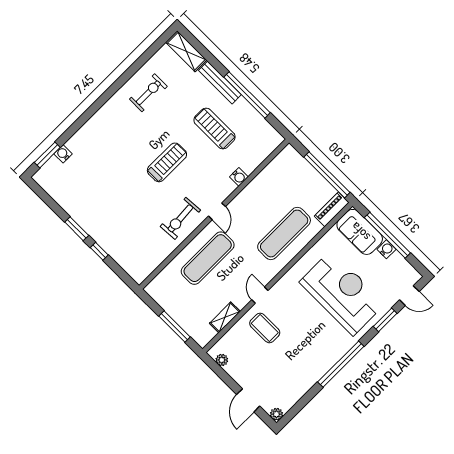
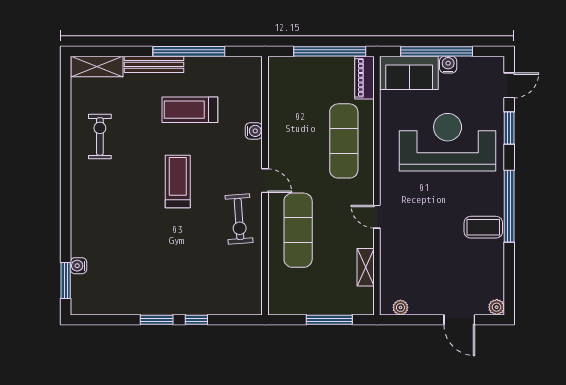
coffee table: (265, 328) -> (483, 227), moved

